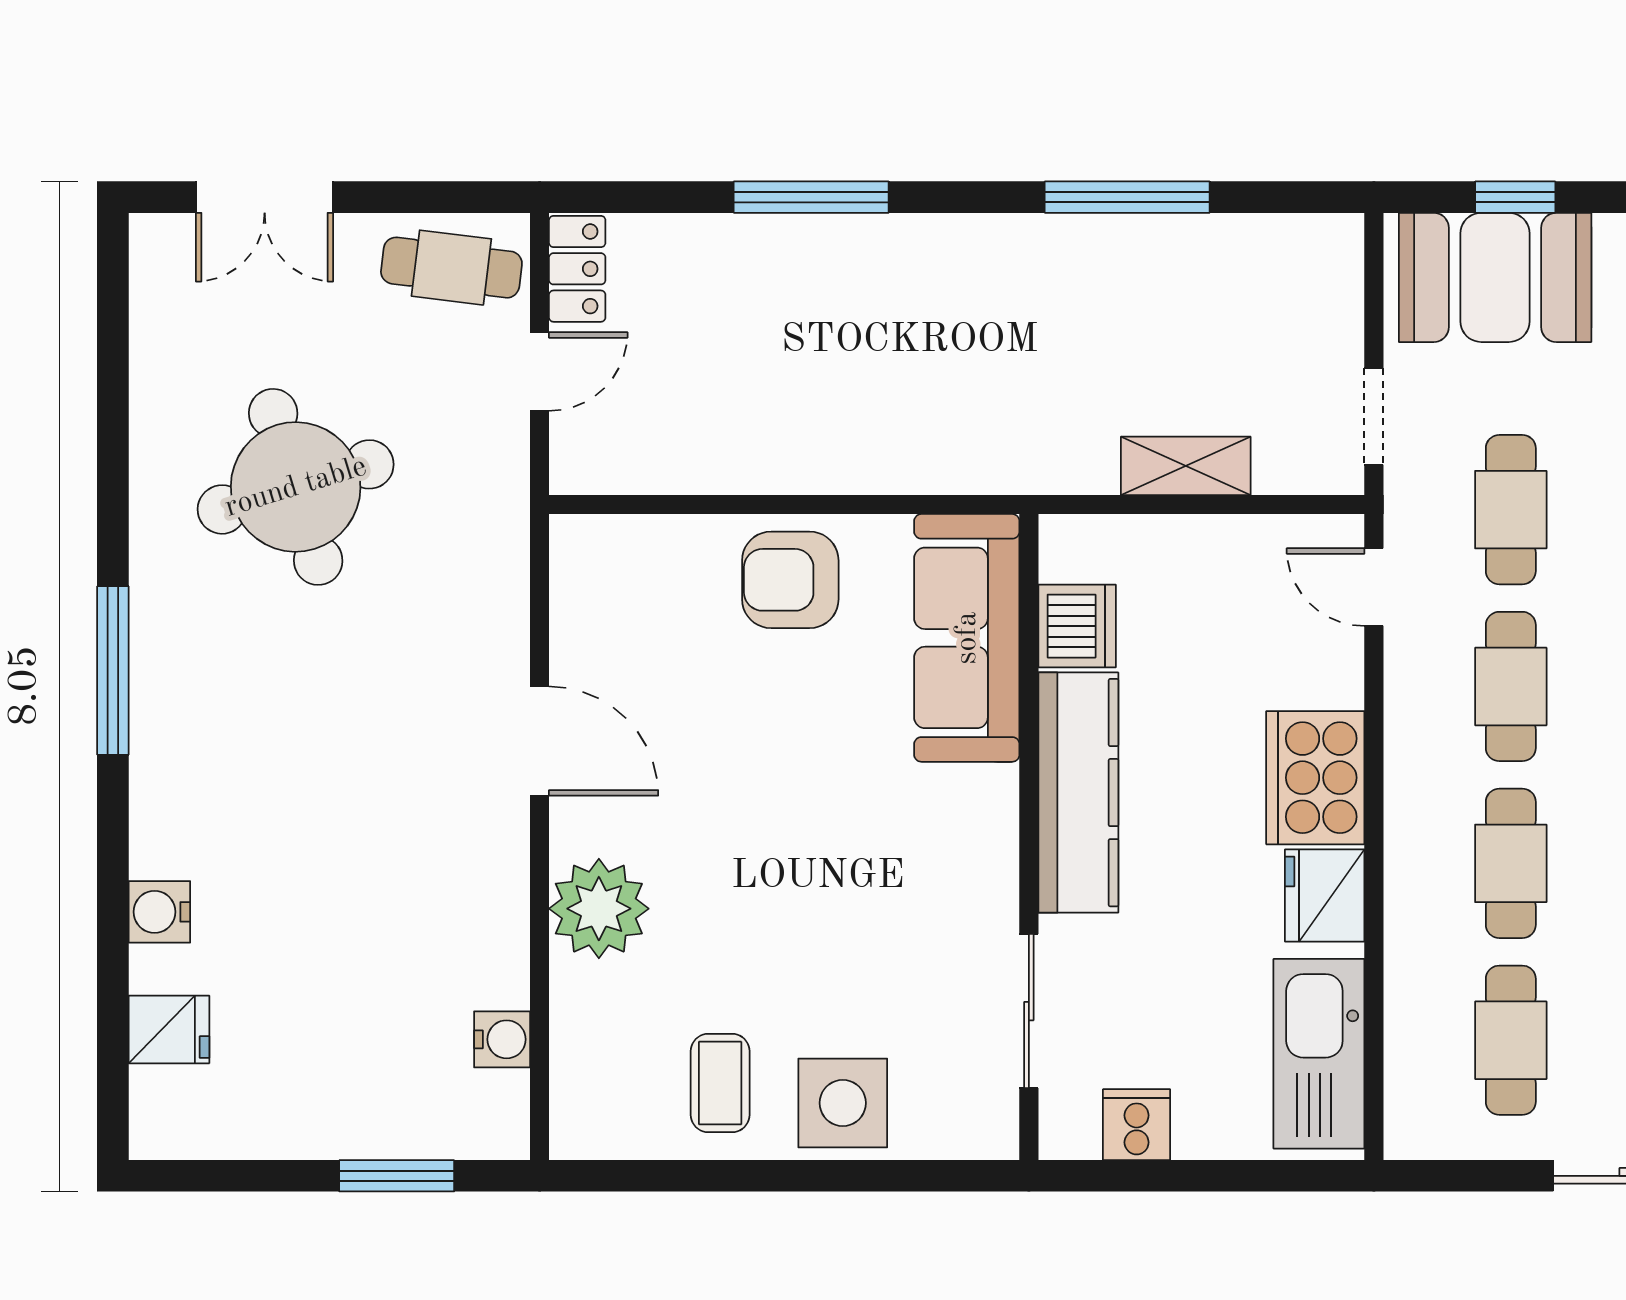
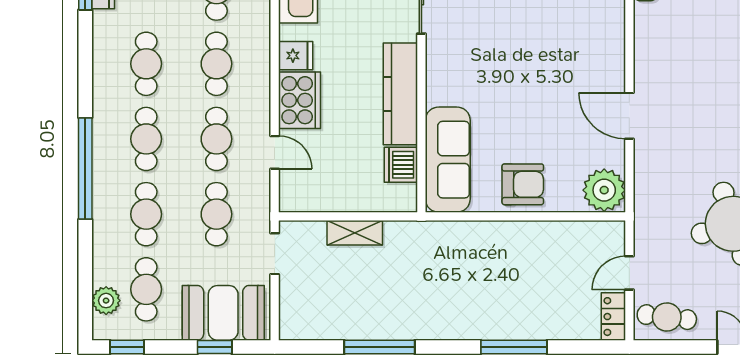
door: (1374, 587) -> (275, 152), moved
fridge: (1325, 896) -> (296, 56), width x0.72
plant: (599, 909) -> (604, 190), moved

